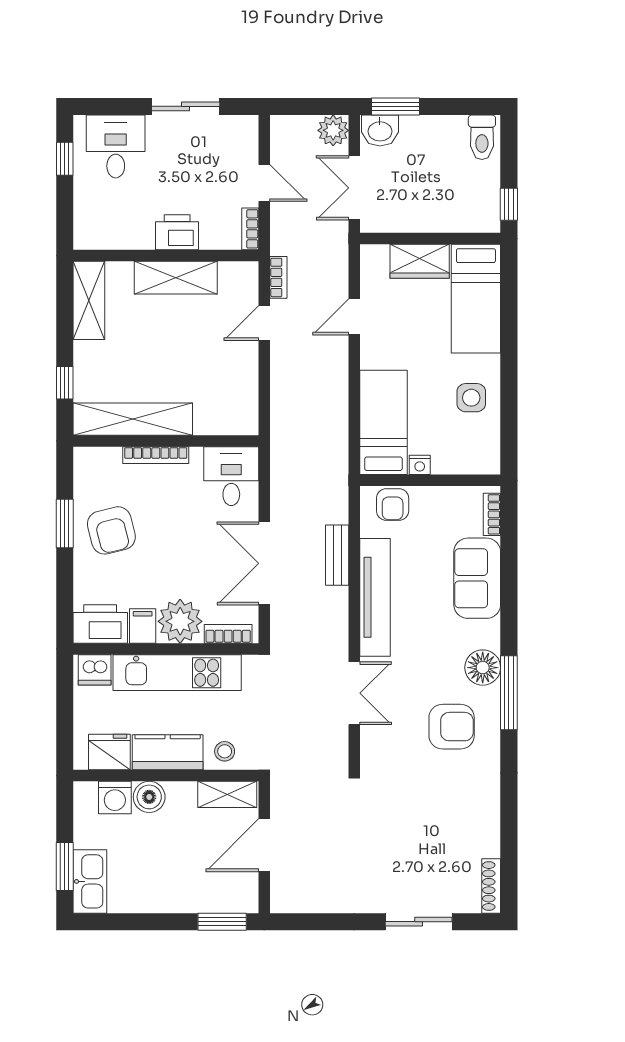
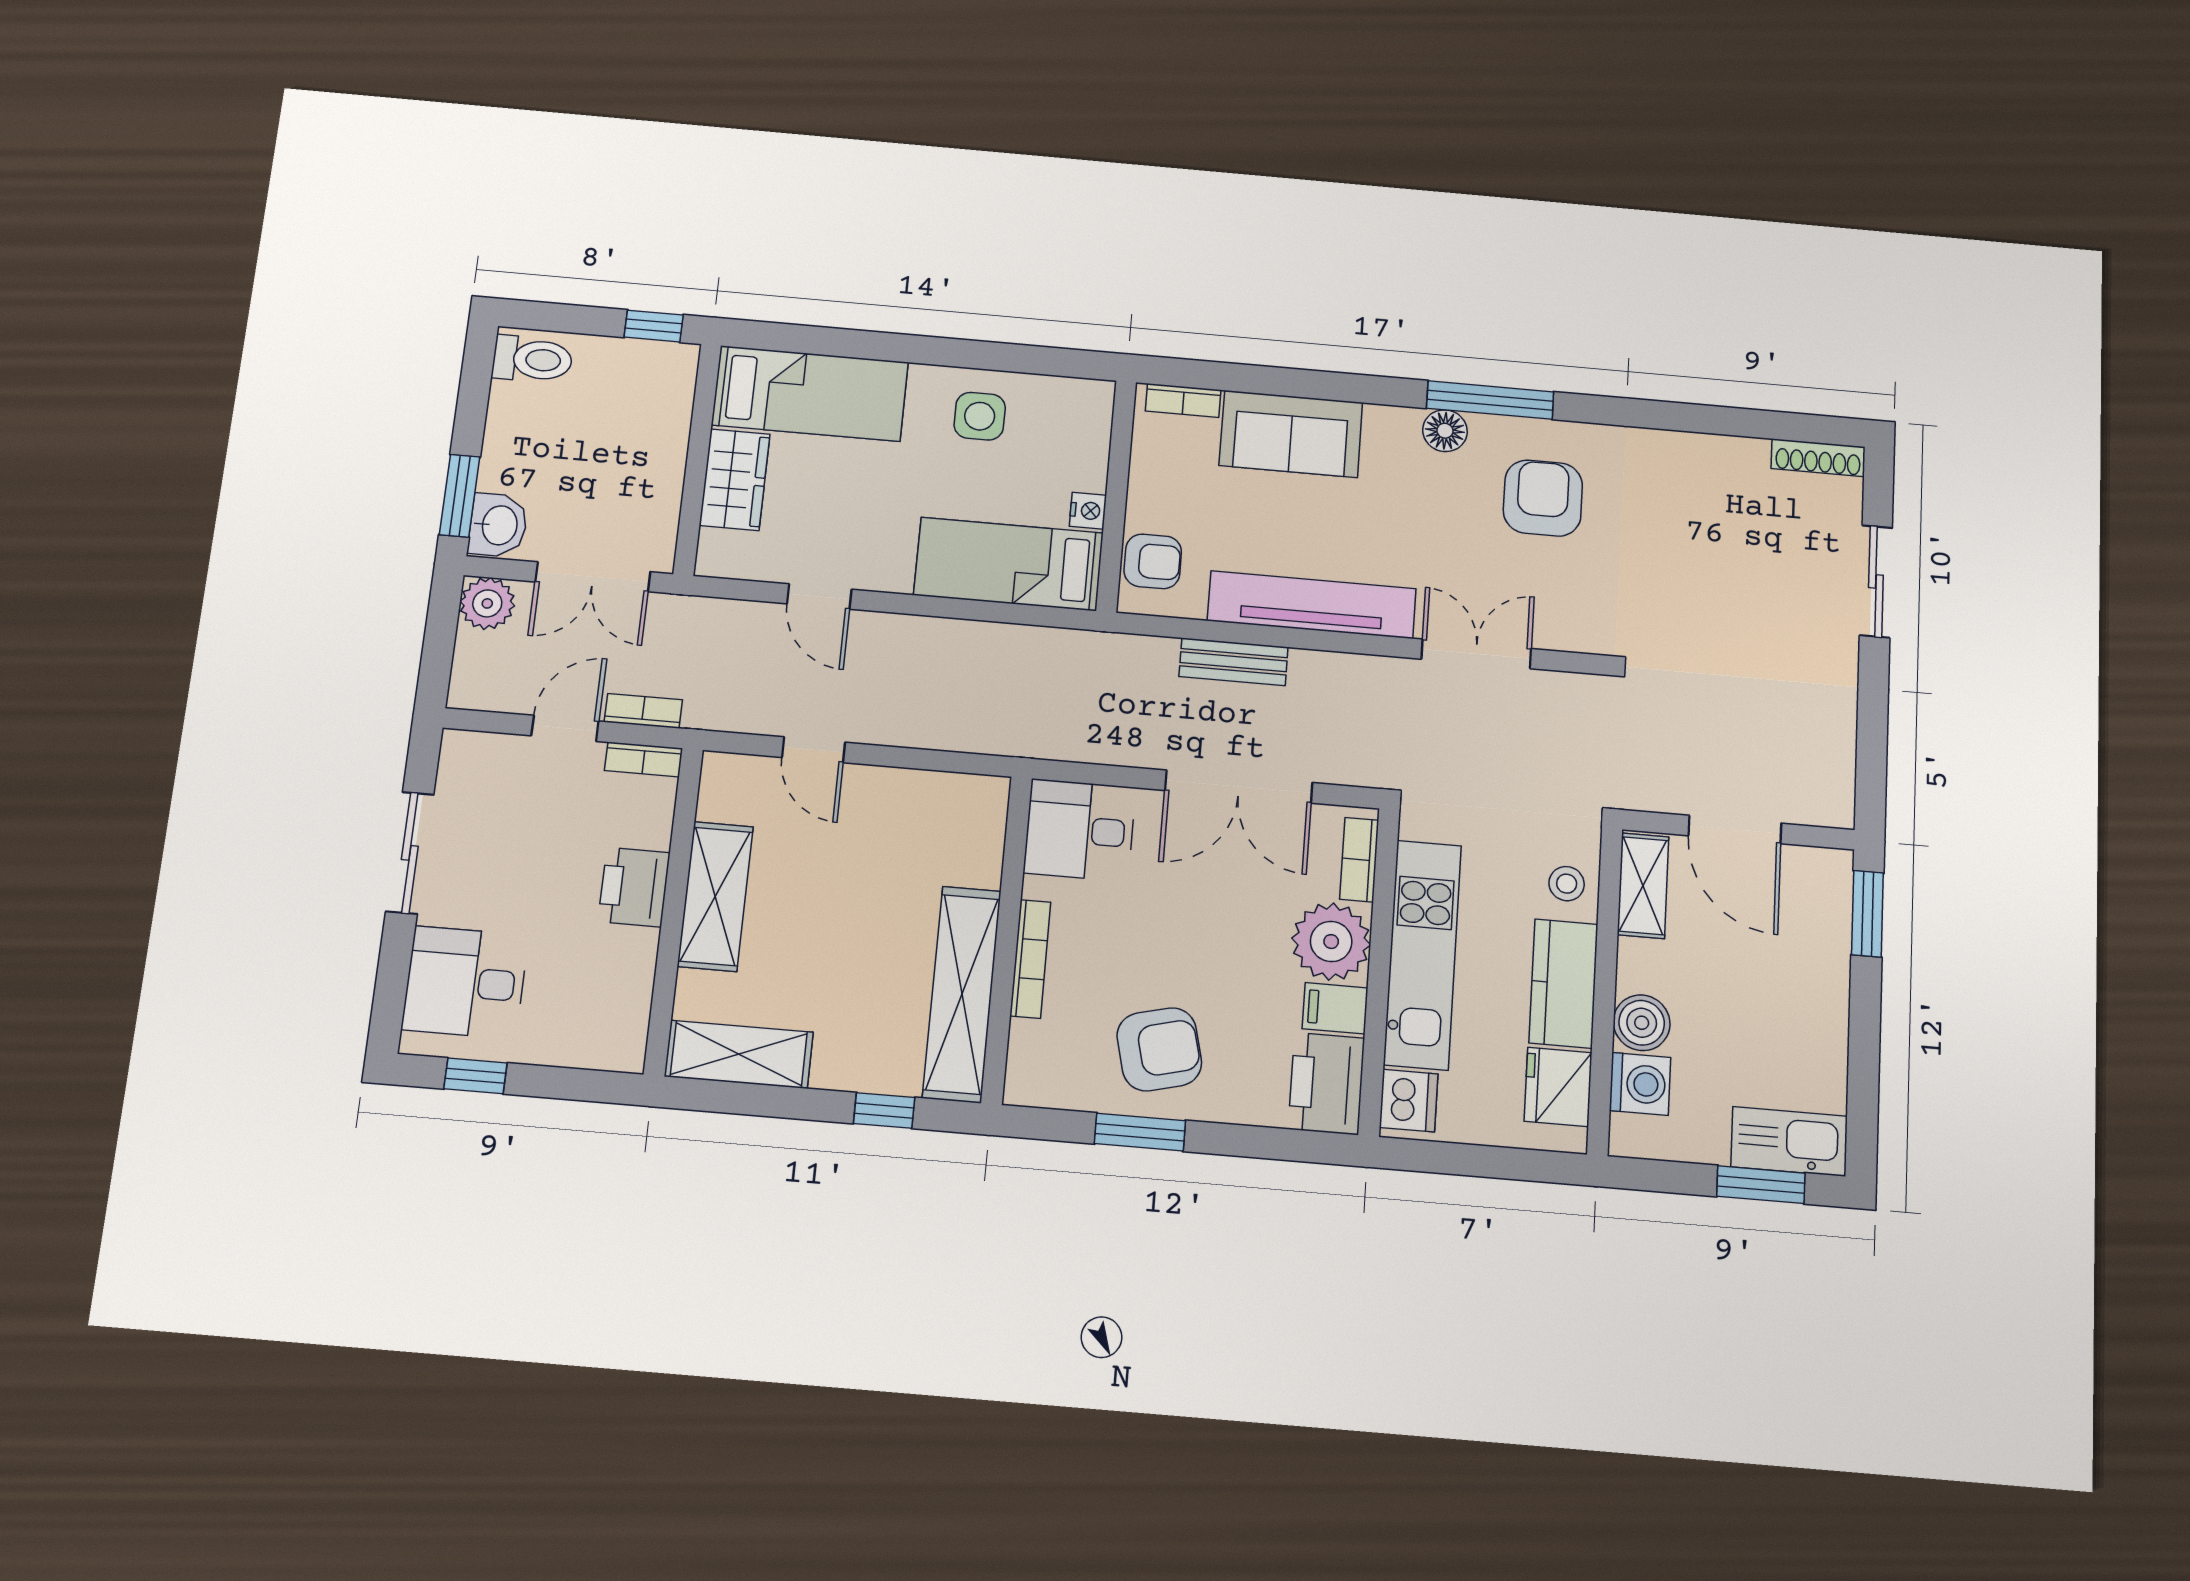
bookcase: (278, 277) -> (643, 711), moved
floor lamp: (483, 668) -> (1445, 431), width x0.73, depth x0.73

